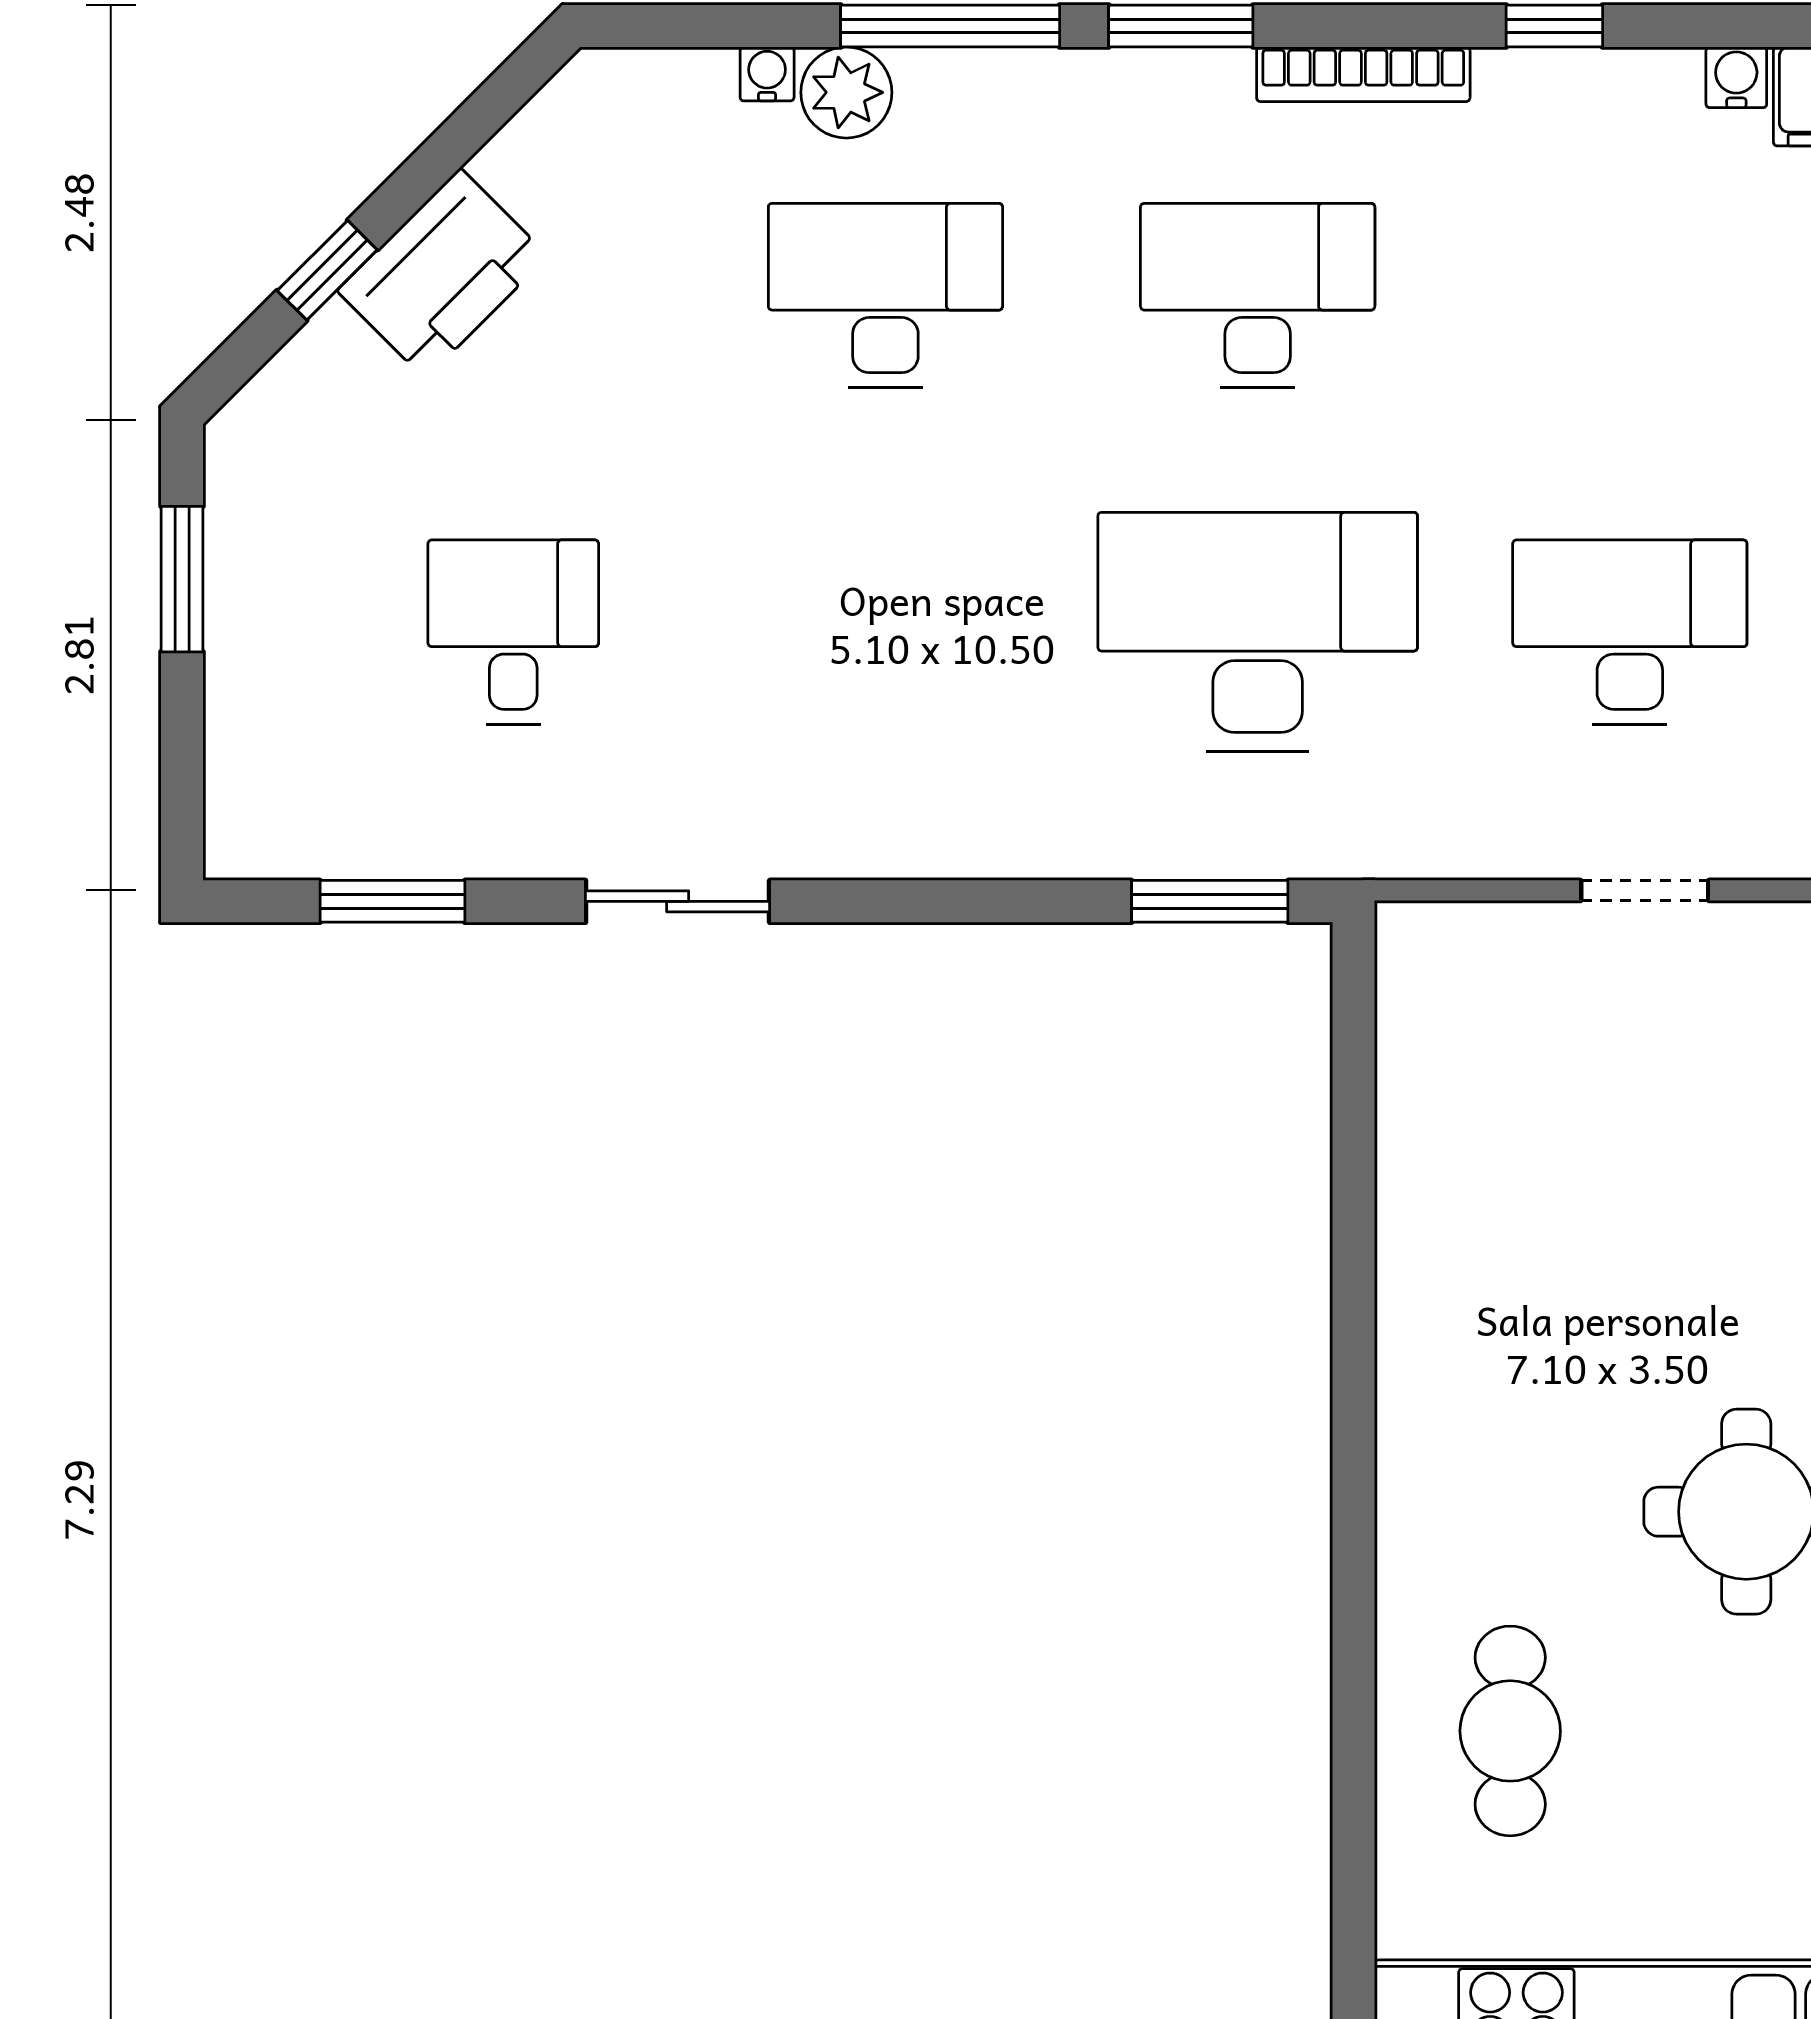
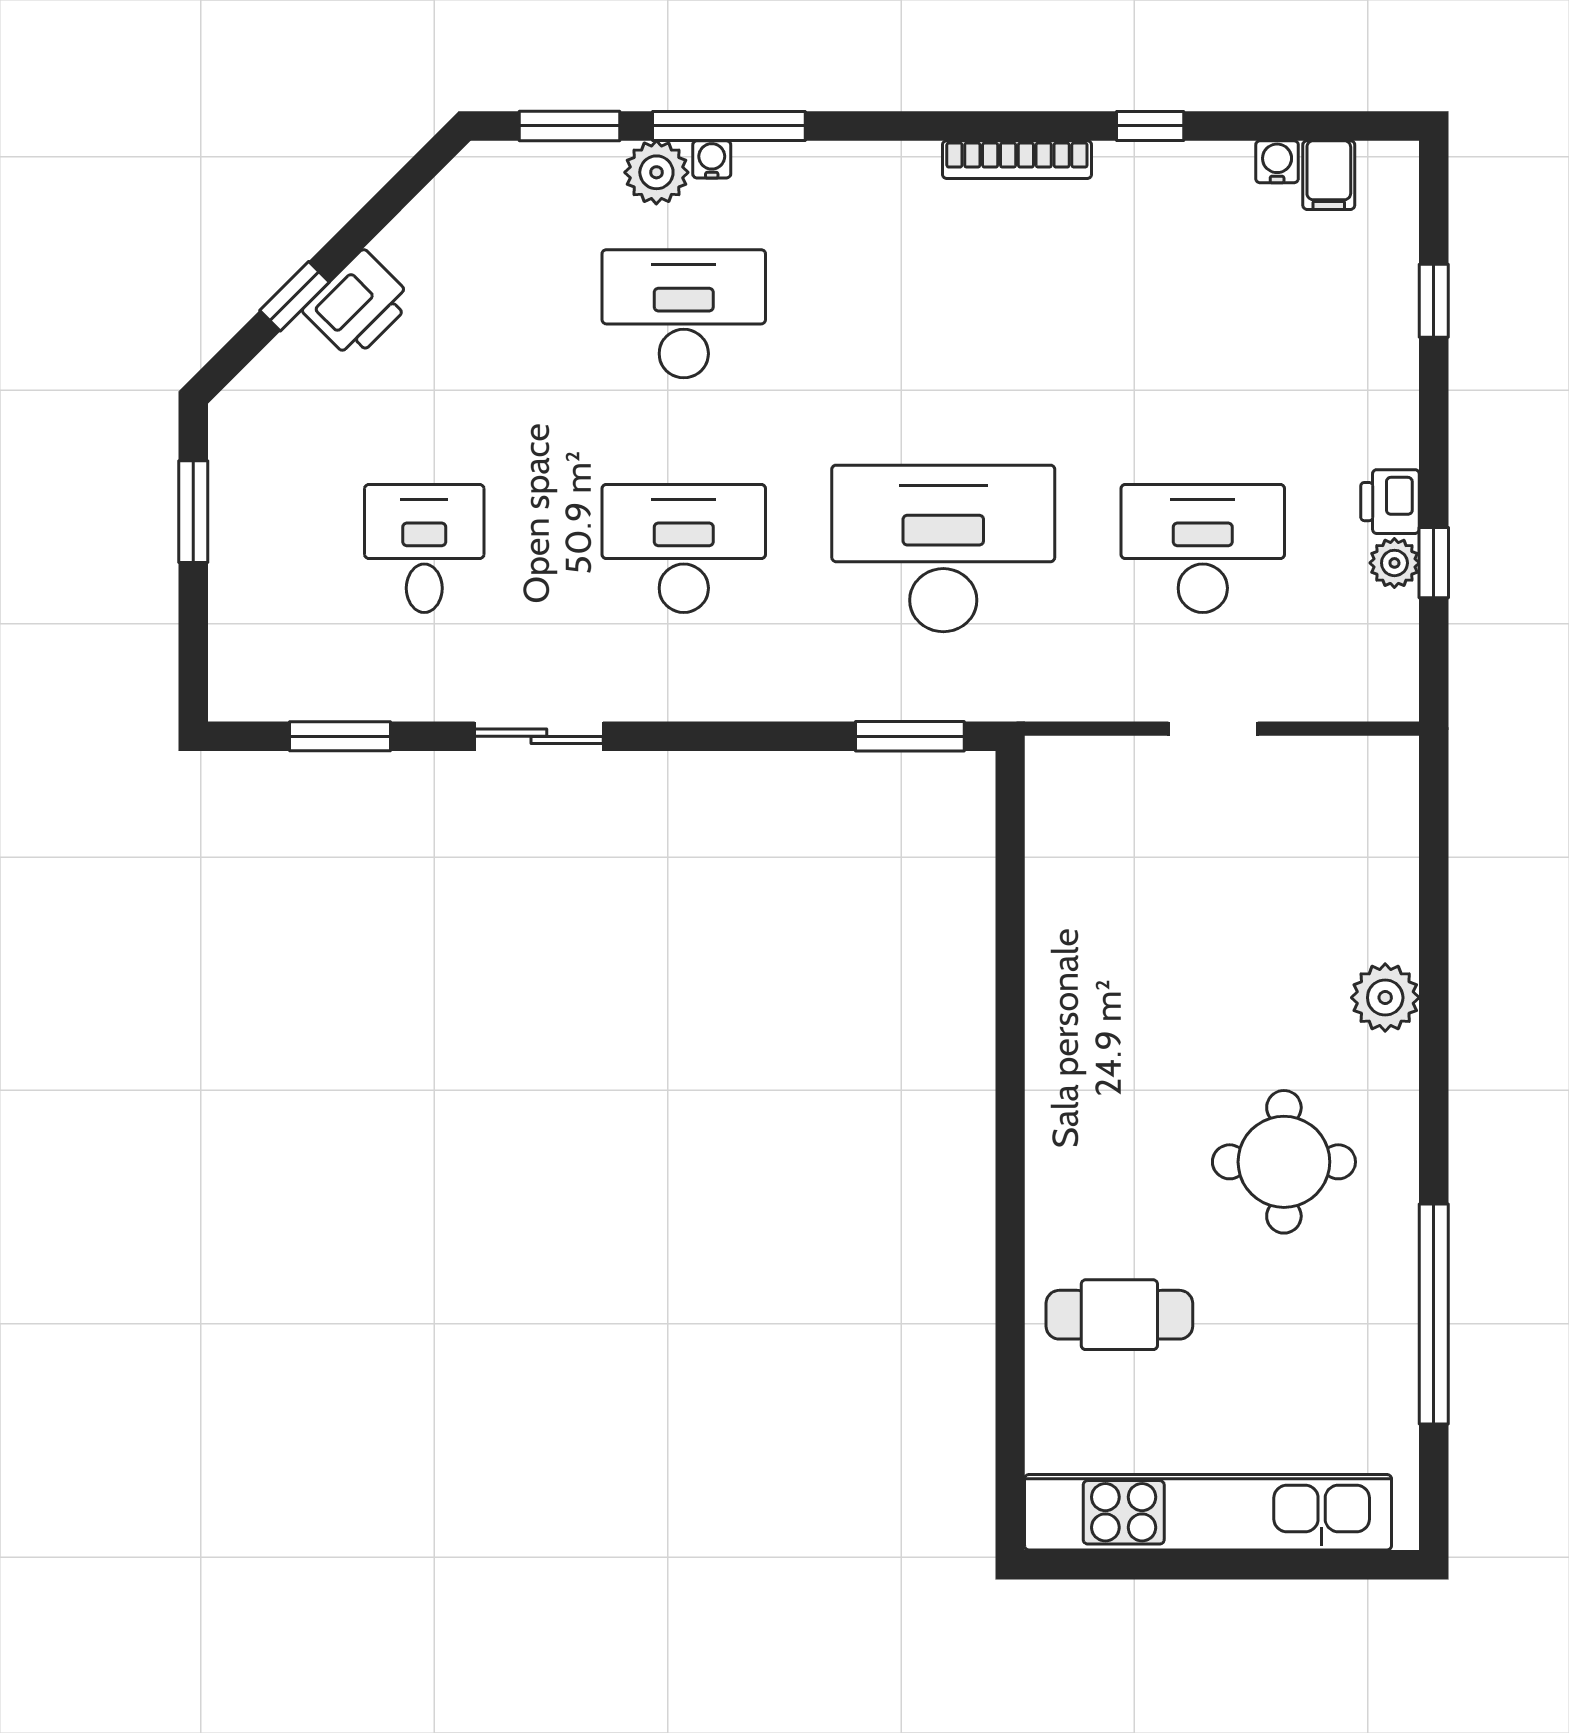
window: (1181, 26) -> (570, 126), moved
water cooler: (767, 74) -> (712, 159), moved
printer: (443, 273) -> (358, 305), width x0.73, depth x0.84
desk: (1258, 295) -> (684, 548), moved
cafe table: (1510, 1731) -> (1119, 1315), turned 90

